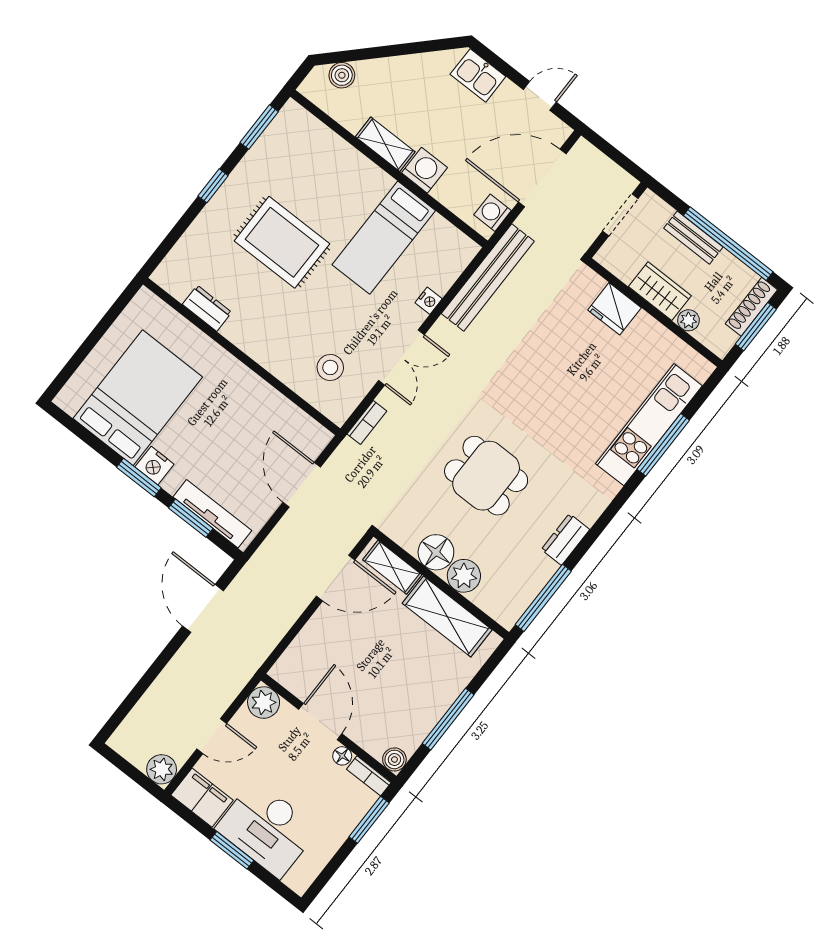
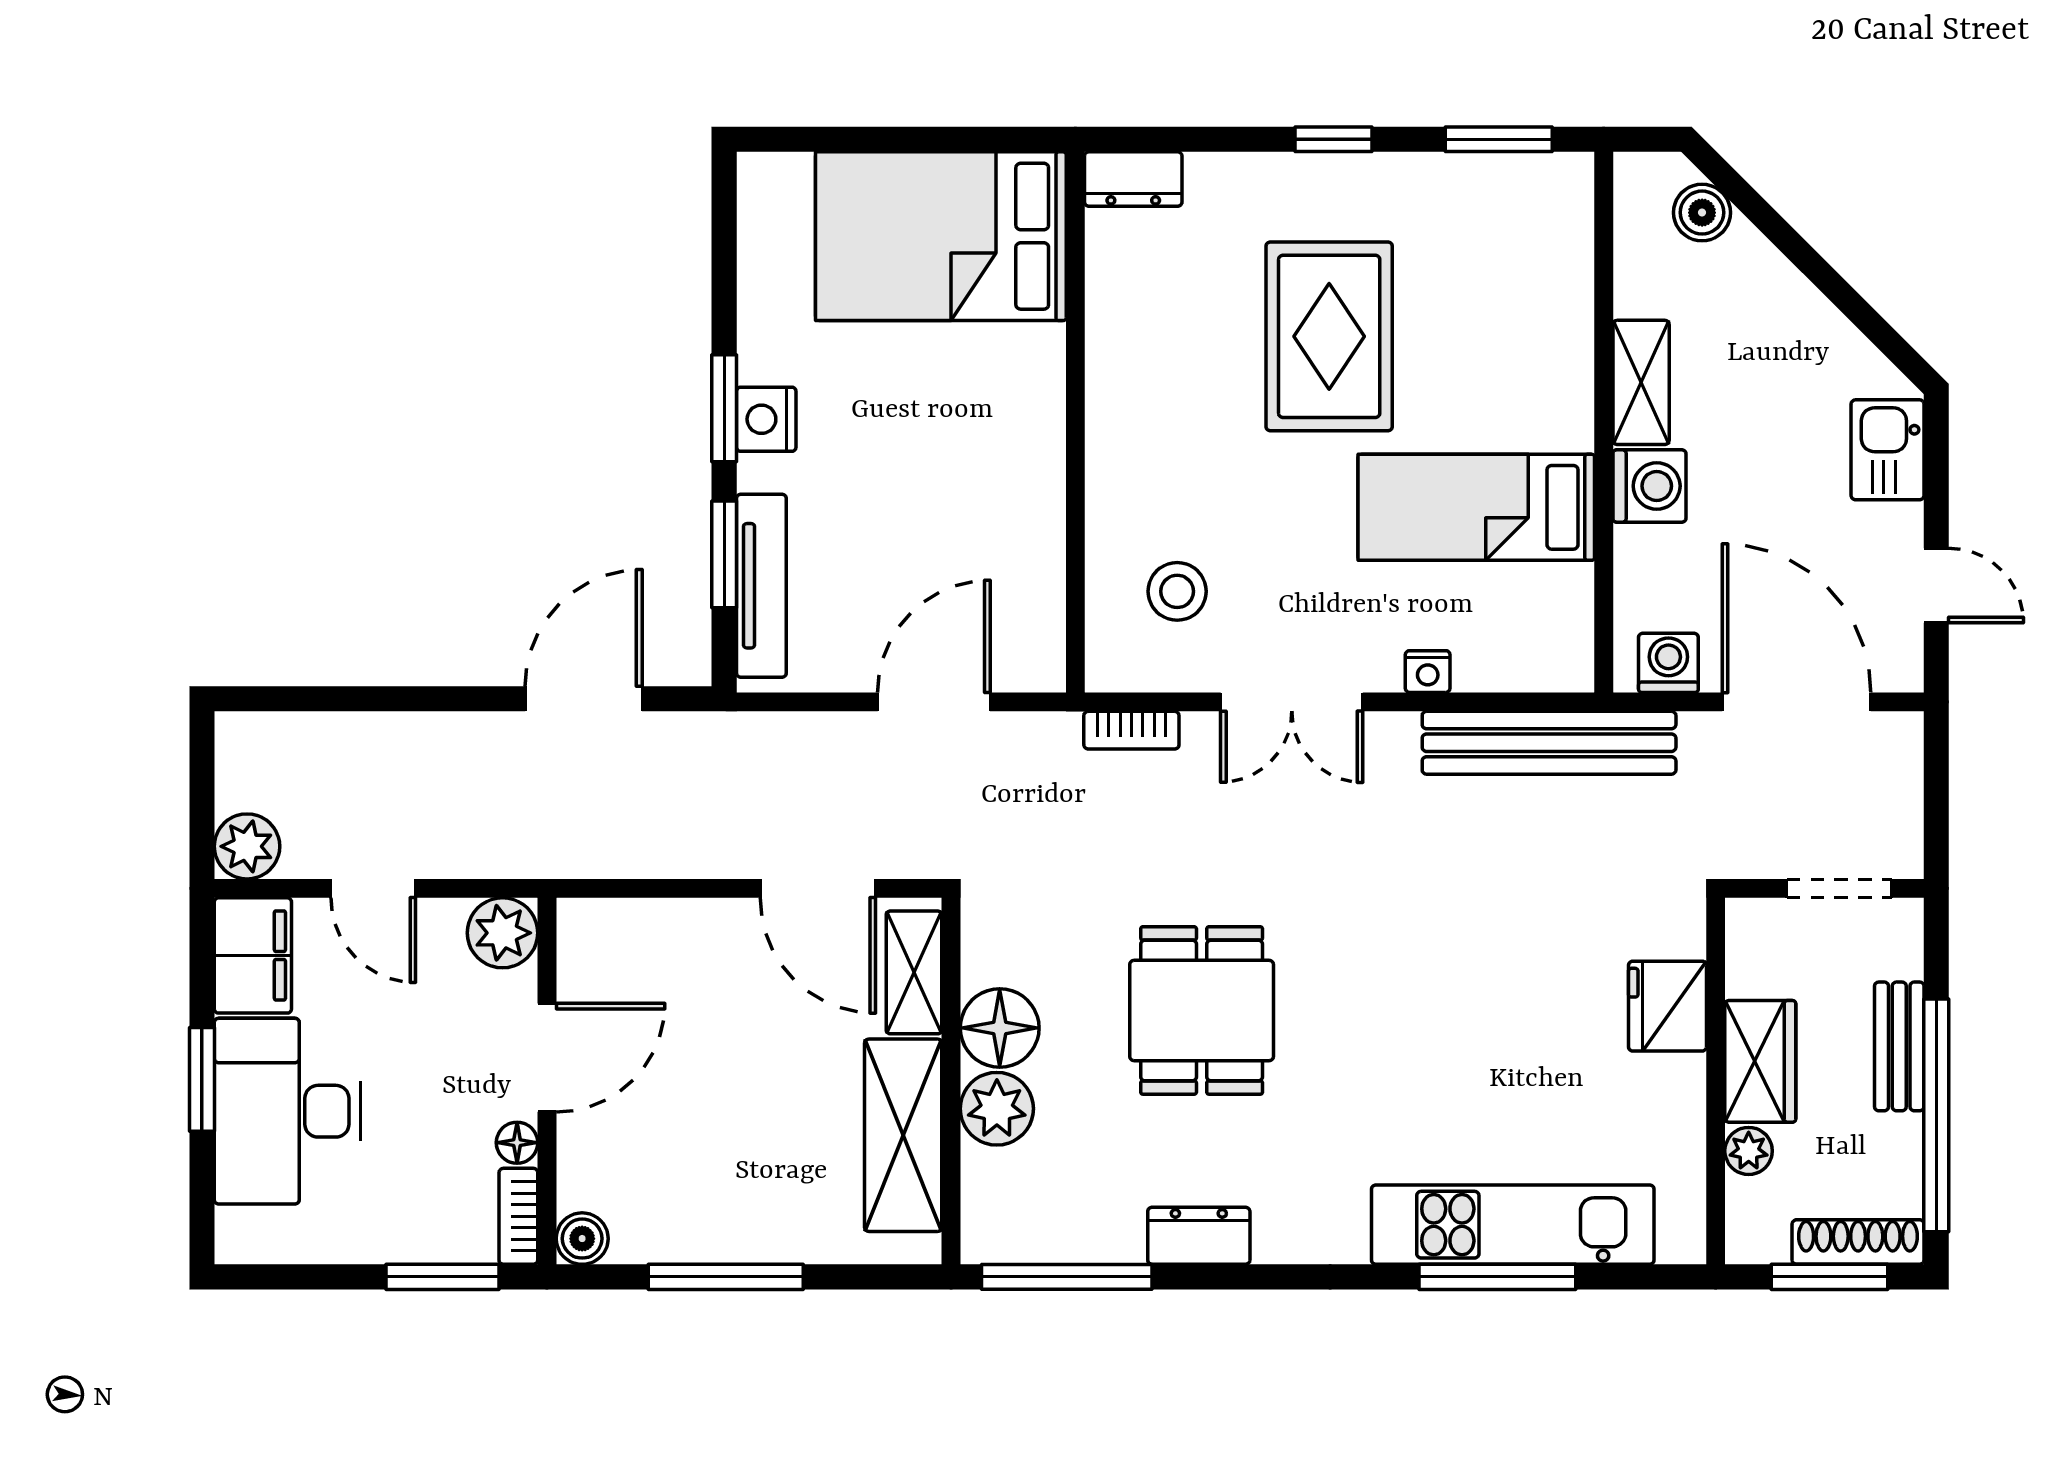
dresser: (207, 308) -> (1133, 179), moved, turned 90
bed: (138, 398) -> (941, 236), moved, turned 180

